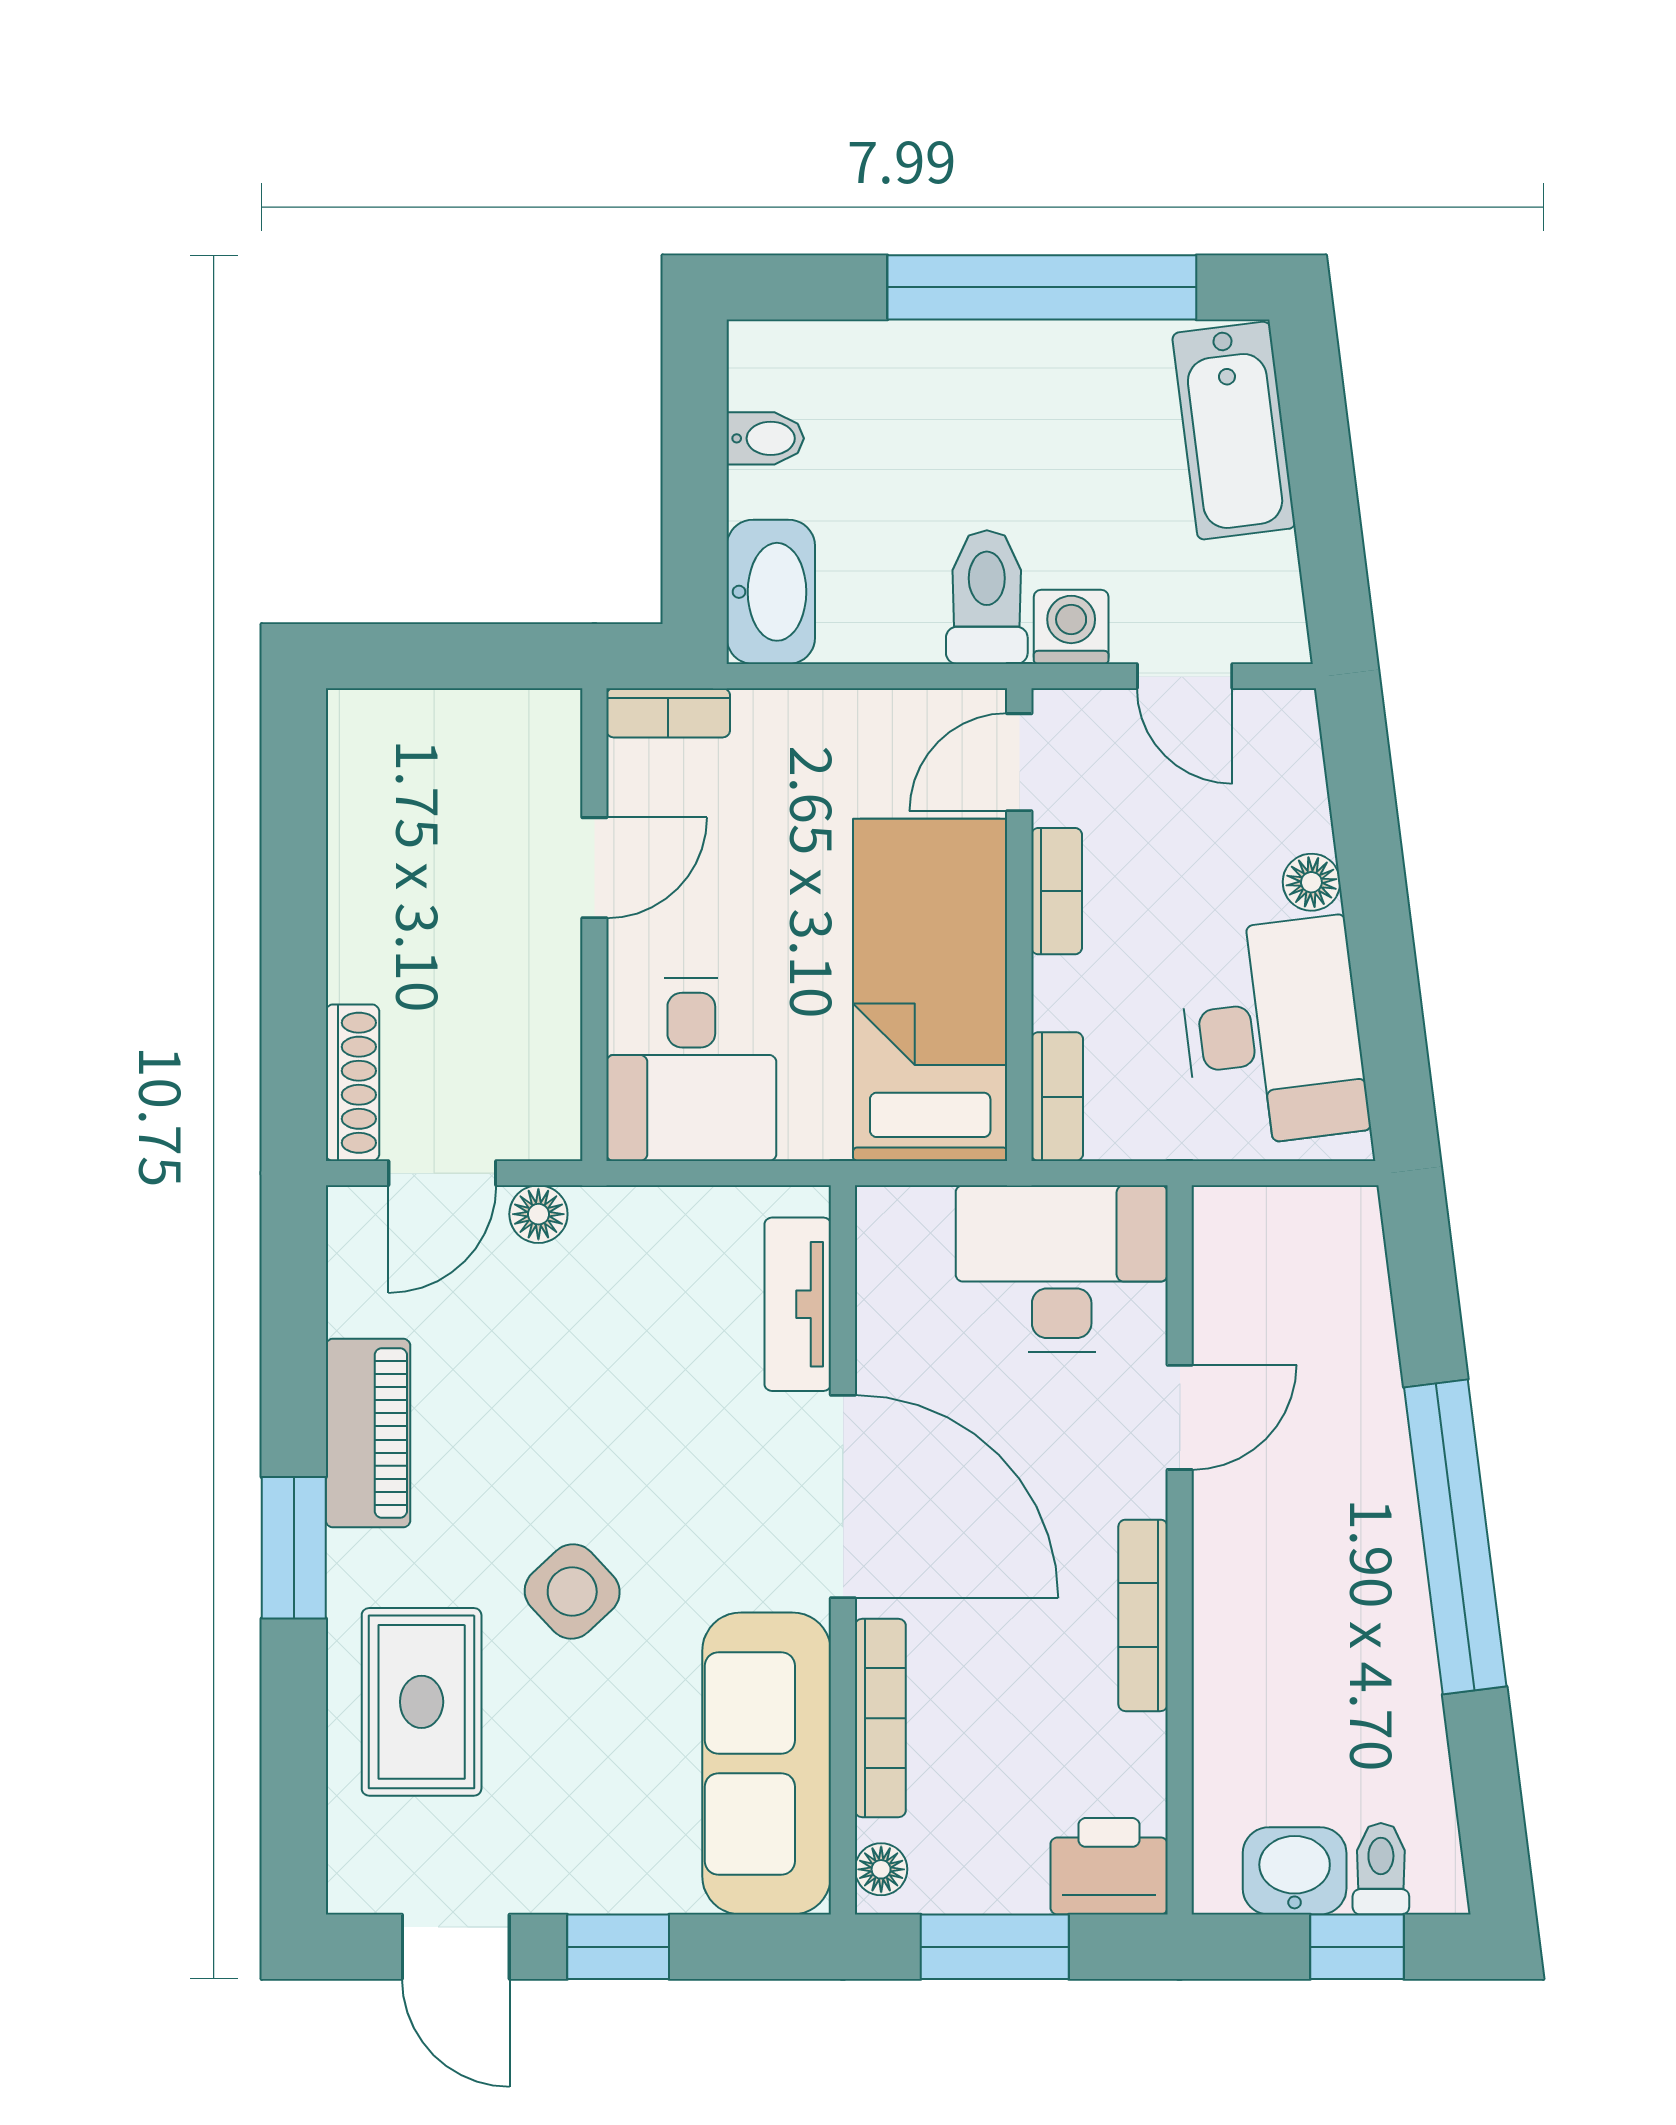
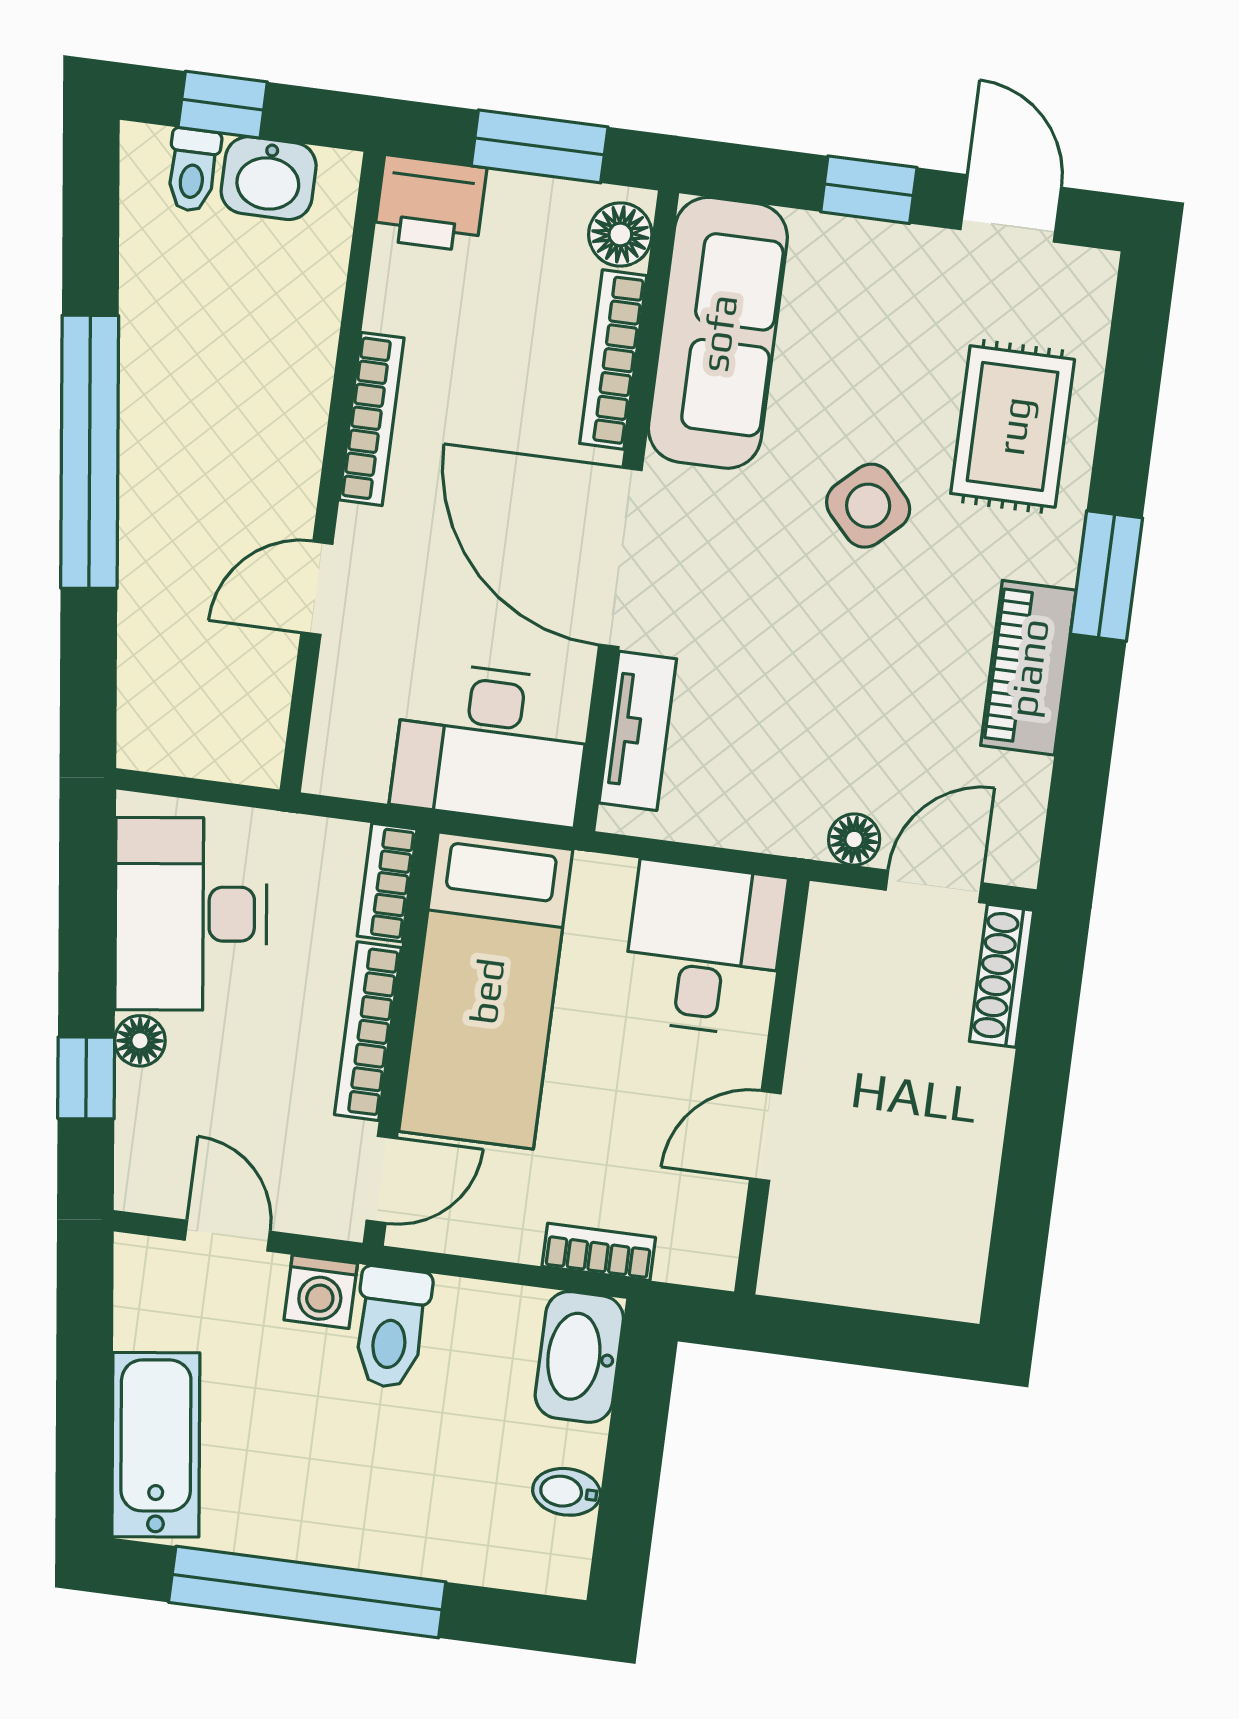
bookcase: (668, 713) -> (599, 1252), moved
window: (1366, 833) -> (86, 1078), added
bookcase: (1057, 891) -> (368, 1031), width x1.56
desk: (1062, 1268) -> (491, 743), moved
floor lamp: (881, 1869) -> (620, 234), width x1.37, depth x1.37

